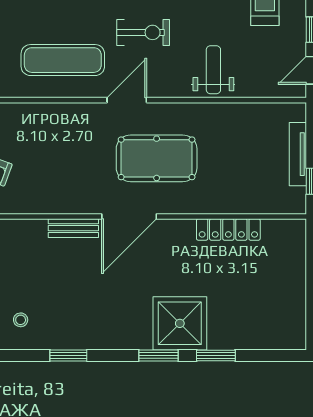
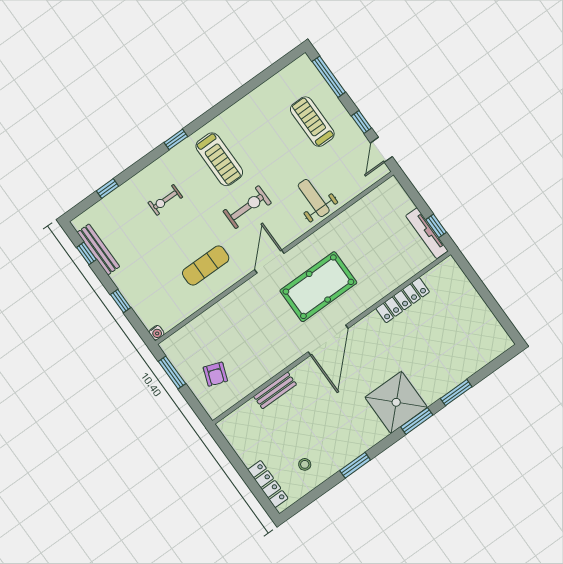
exercise mat: (63, 60) -> (206, 266), width x0.73, depth x0.69
tv unit: (298, 154) -> (427, 233), moved
bench: (73, 228) -> (275, 390), moved
shower: (180, 323) -> (396, 402), moved

